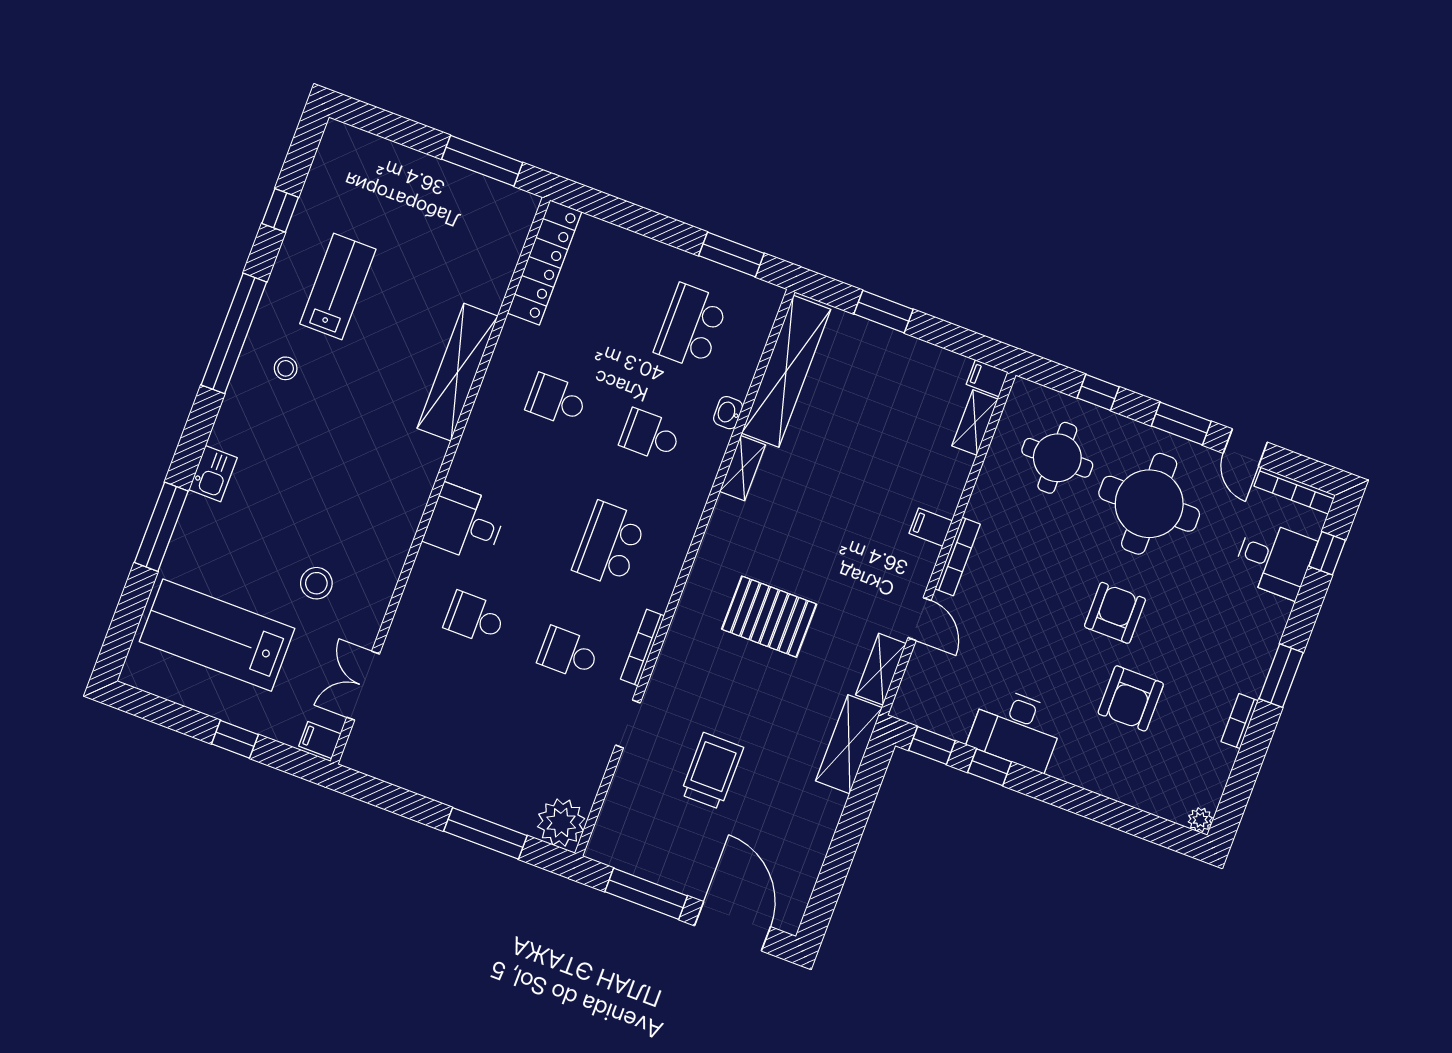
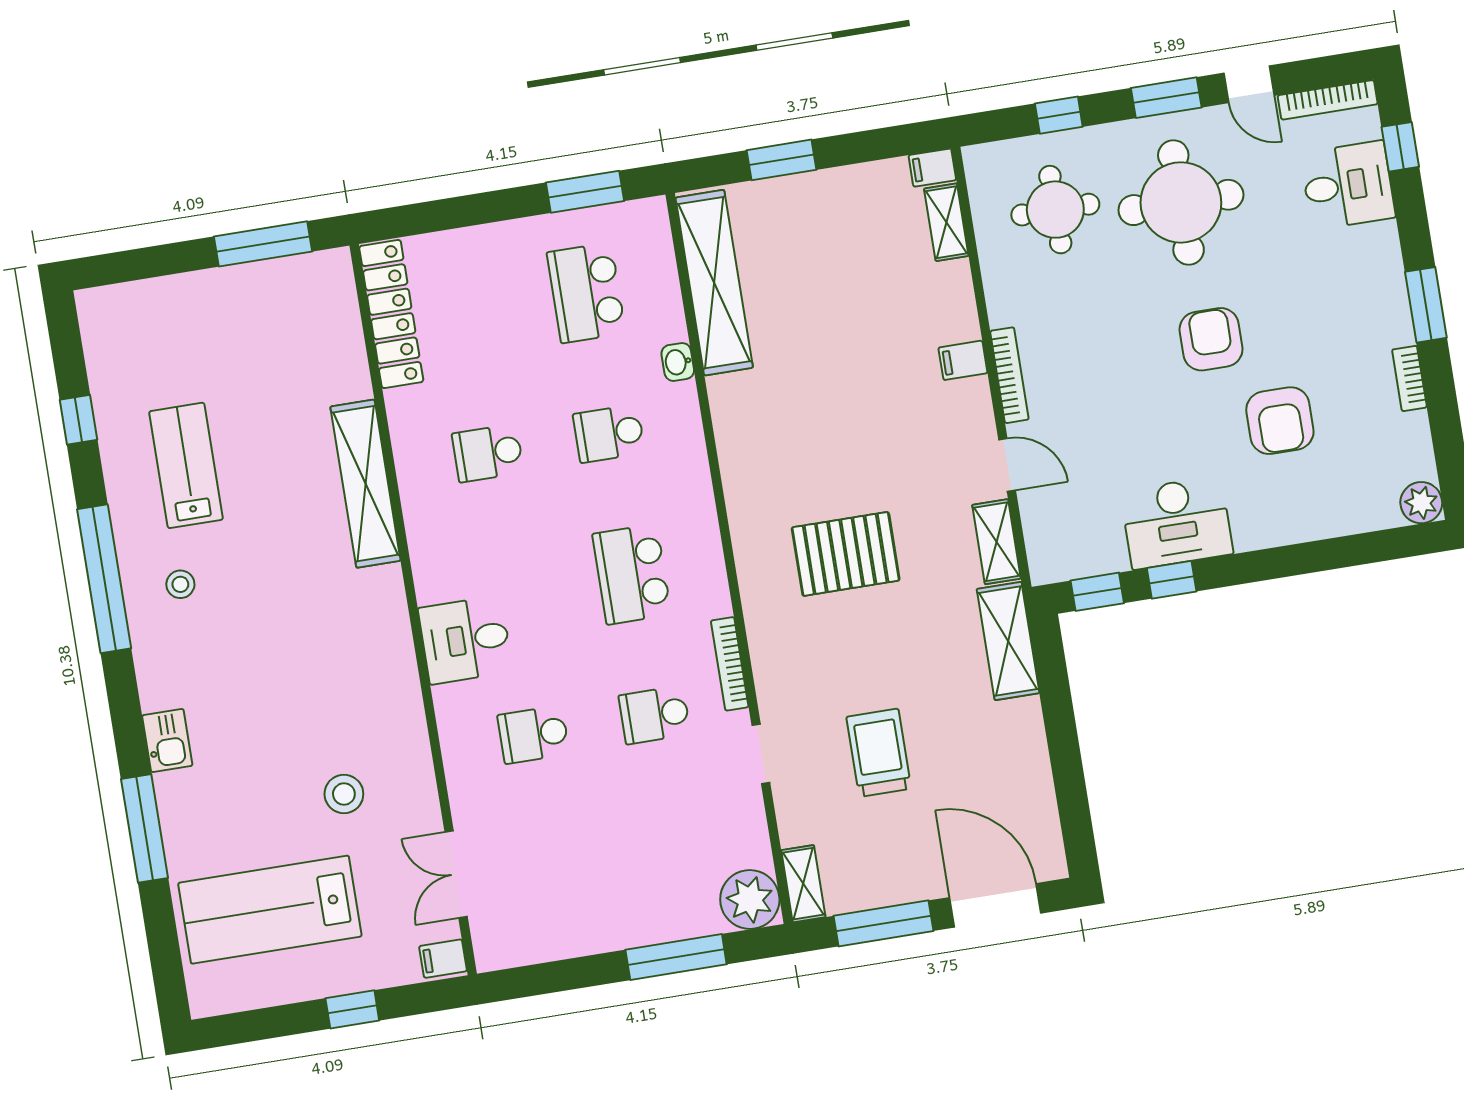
shelving: (742, 468) -> (803, 884), moved
plant: (1200, 820) -> (1421, 503), width x1.38, depth x1.38

